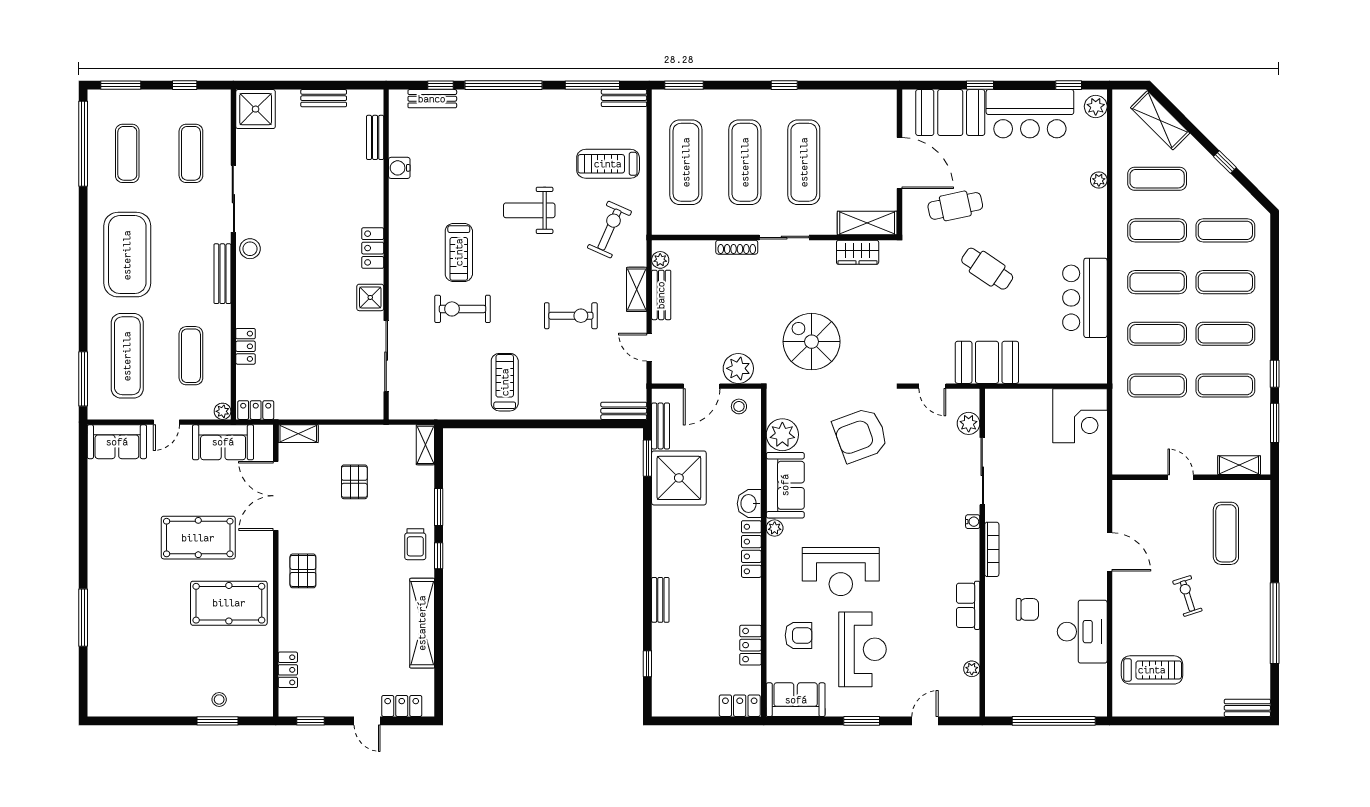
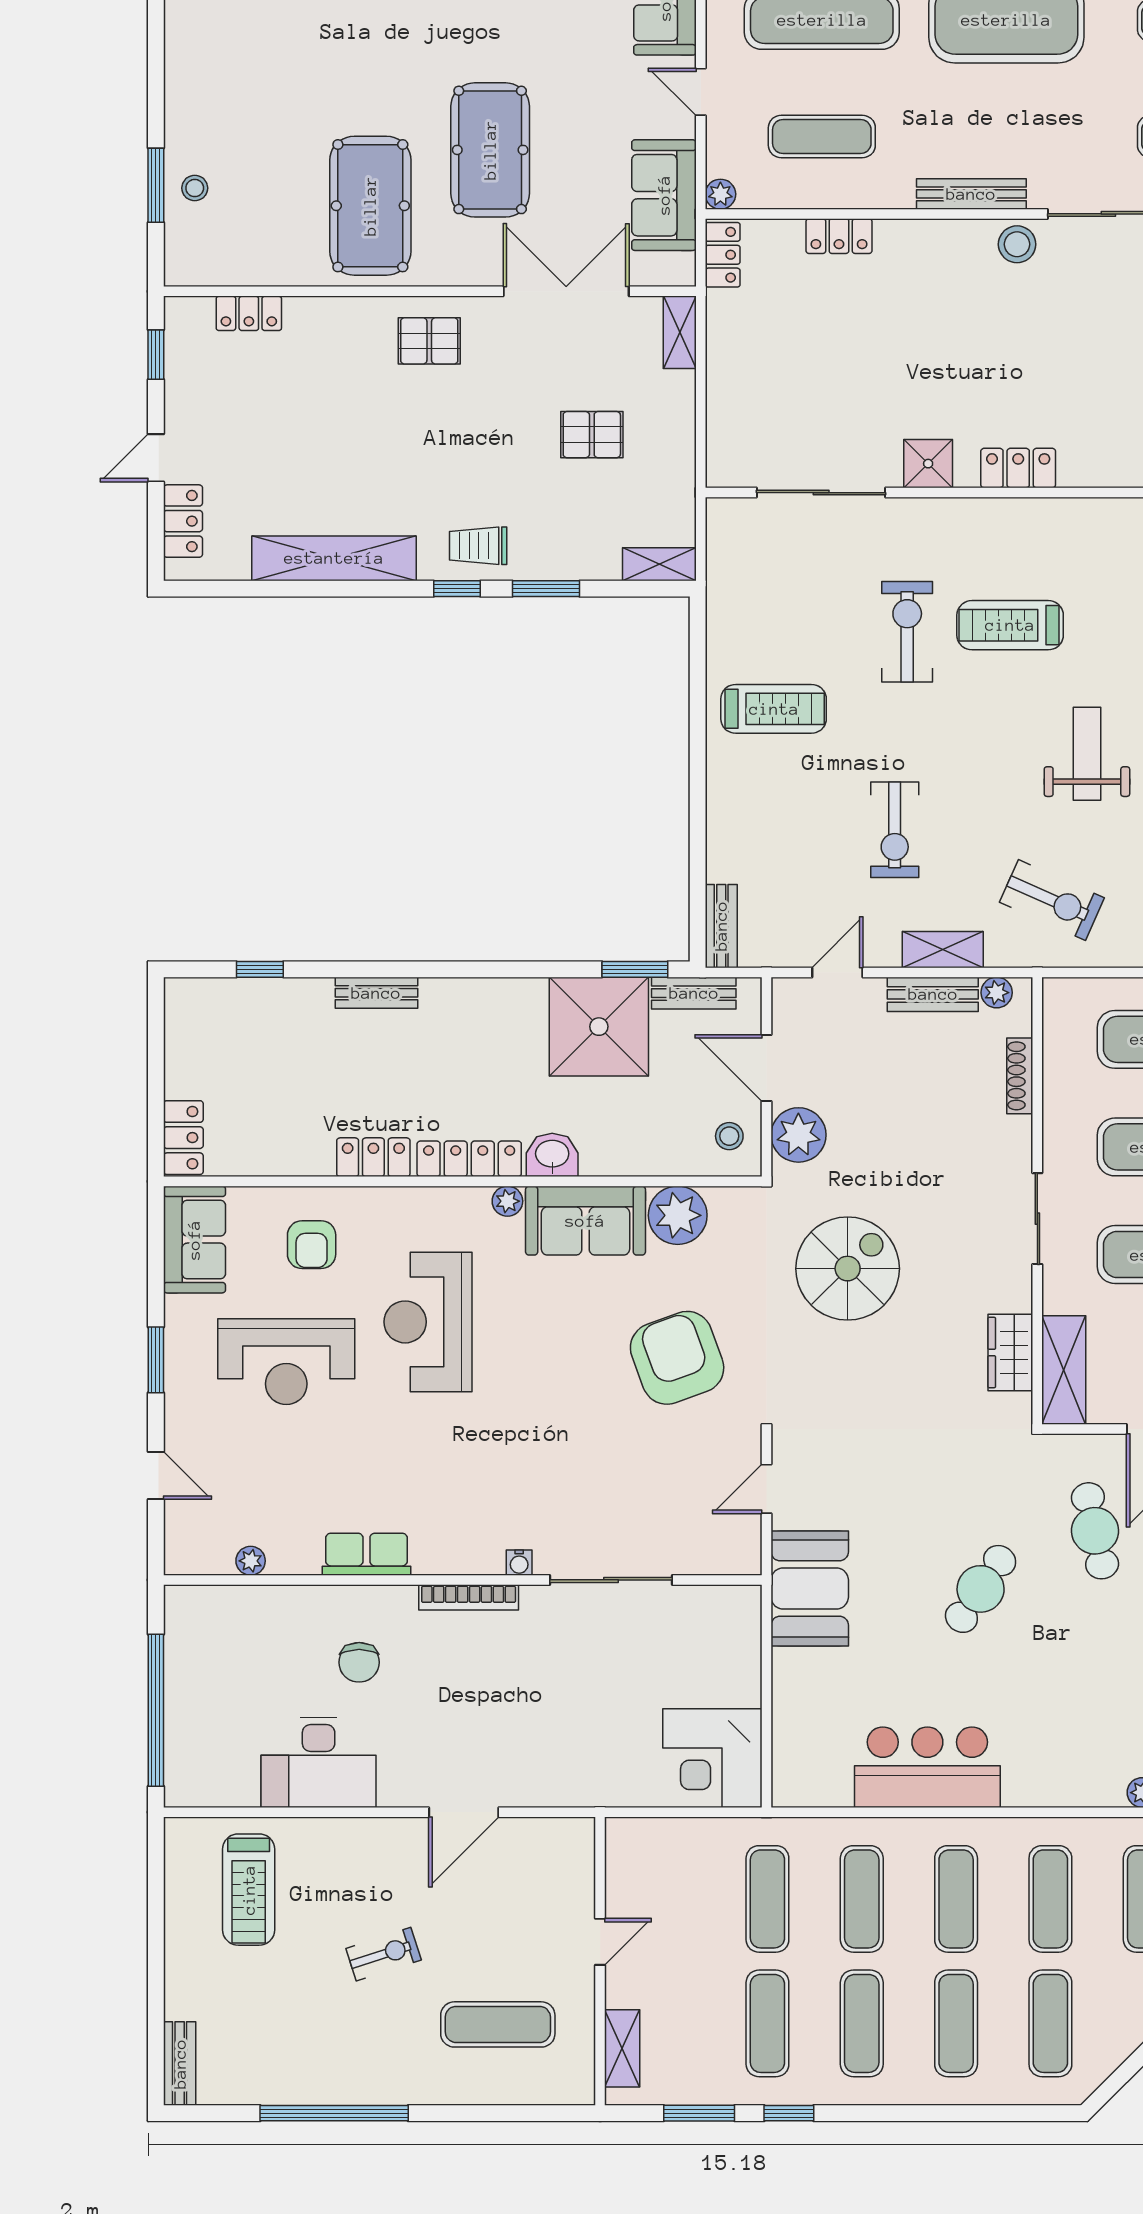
shoe rack: (737, 247) -> (1020, 1076), moved
plant: (969, 423) -> (698, 1555), removed
locker: (751, 645) -> (373, 1157), moved

